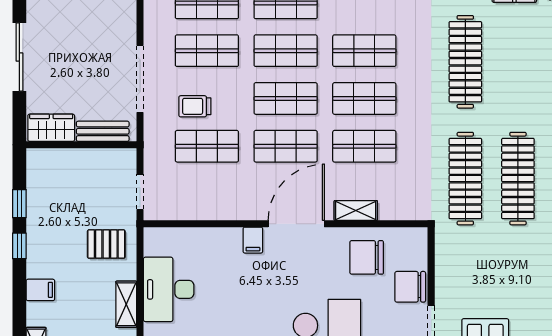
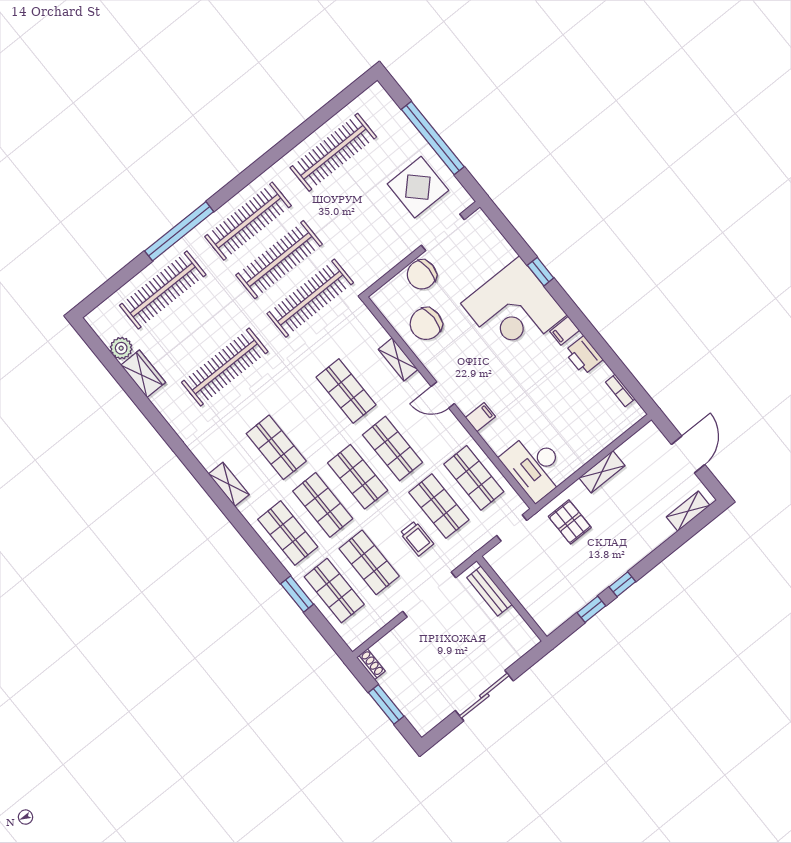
shop shelf: (364, 98) -> (474, 478), moved
wardrobe: (51, 128) -> (517, 631), removed
door: (296, 224) -> (443, 395), width x0.53
chair: (367, 257) -> (426, 324), turned 90
chair: (410, 287) -> (422, 275), turned 90
desk: (169, 289) -> (535, 466), moved, turned 90
filing cabinet: (40, 290) -> (642, 543), removed

